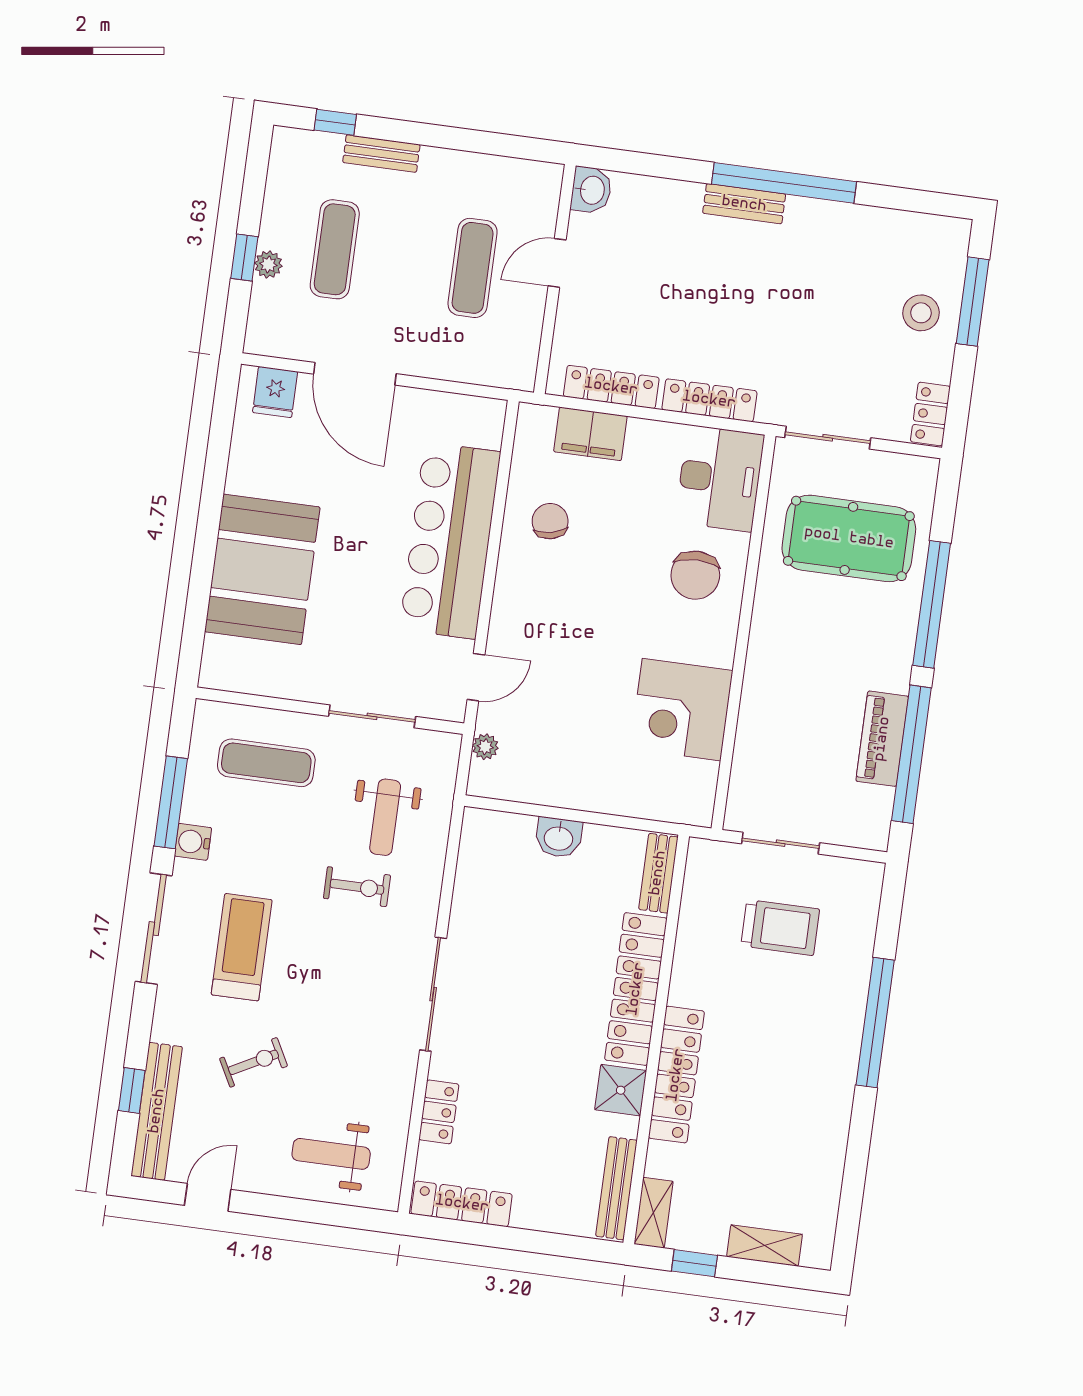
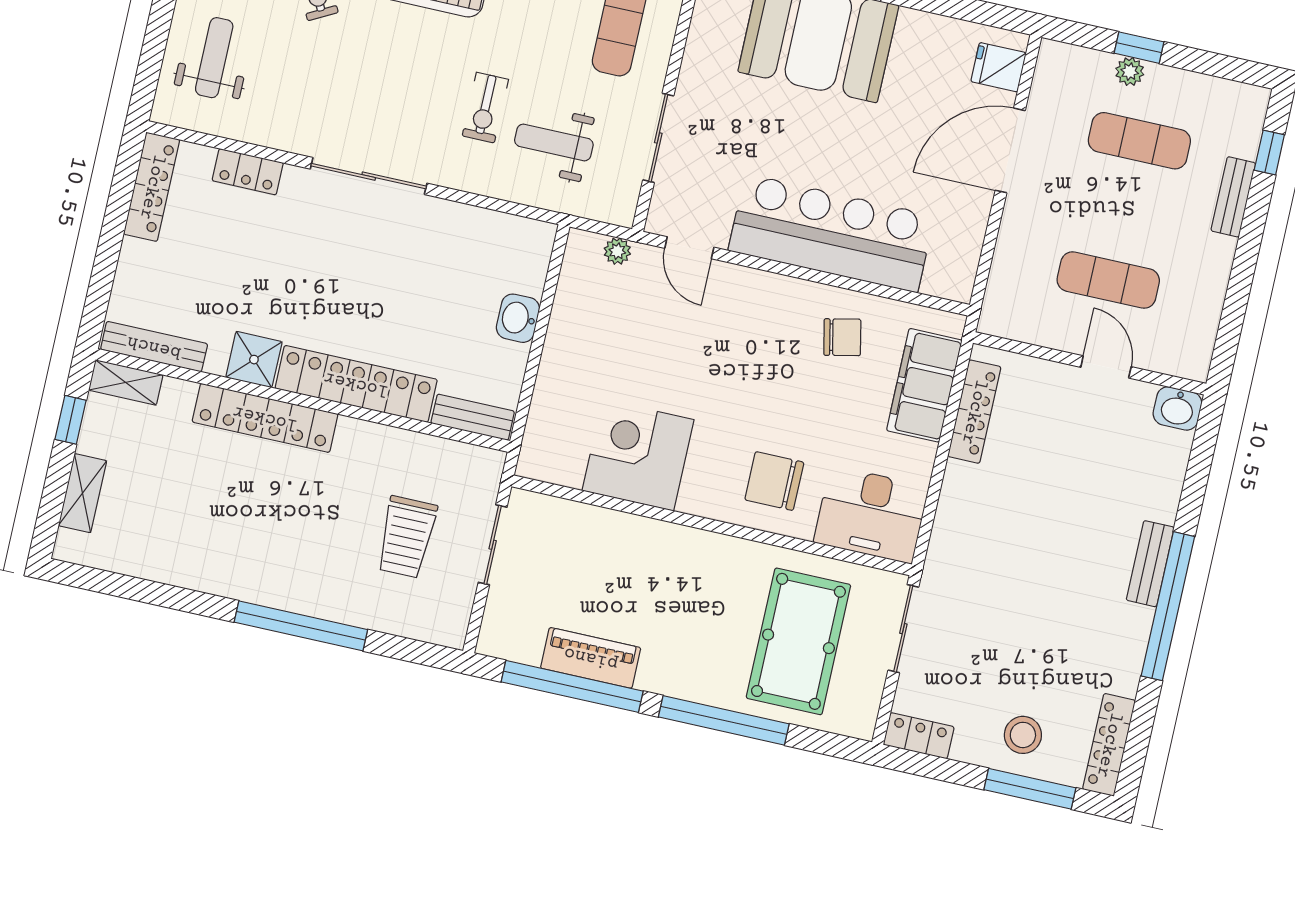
locker: (709, 400) -> (1109, 745), moved, turned 180
filing cabinet: (590, 434) -> (924, 385), width x1.50, depth x1.17

